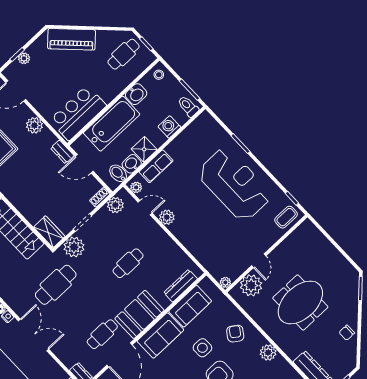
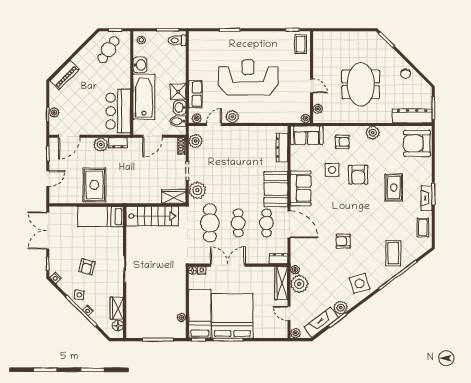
piano: (72, 39) -> (65, 75), width x0.73, depth x0.75
cafe table: (124, 54) -> (109, 50), turned 34
washing machine: (169, 127) -> (179, 63), removed
dresser: (62, 152) -> (118, 143), moved
reception desk: (235, 184) -> (248, 77), moved
cafe table: (128, 263) -> (238, 223), moved
plant: (251, 285) -> (318, 109), width x0.53, depth x0.53
sofa: (190, 306) -> (307, 135), moved, turned 90
armchair: (235, 334) -> (342, 142), turned 145

